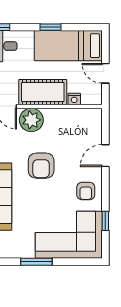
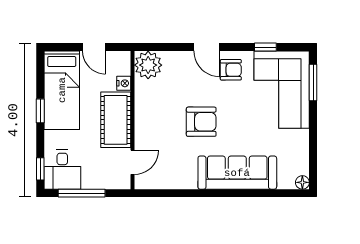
door: (105, 73) -> (94, 47), hinge flipped
plant: (31, 120) -> (148, 65), moved
door: (105, 156) -> (207, 47), moved
window: (36, 262) -> (313, 82), moved

